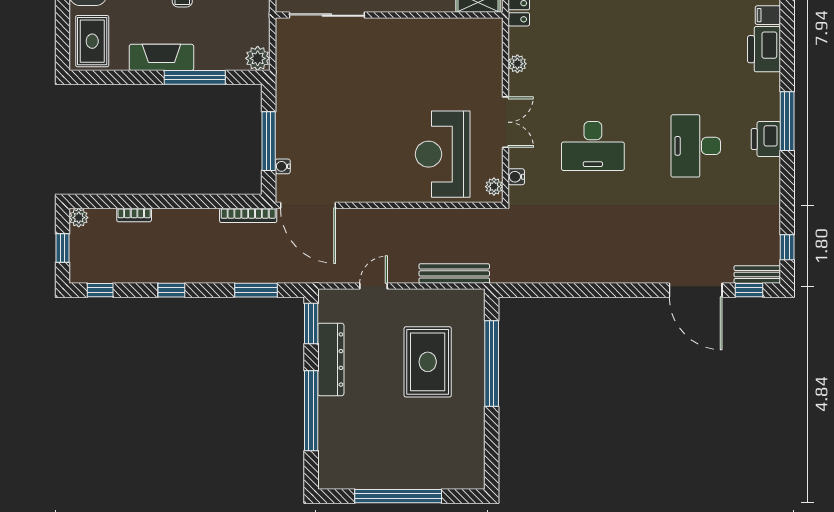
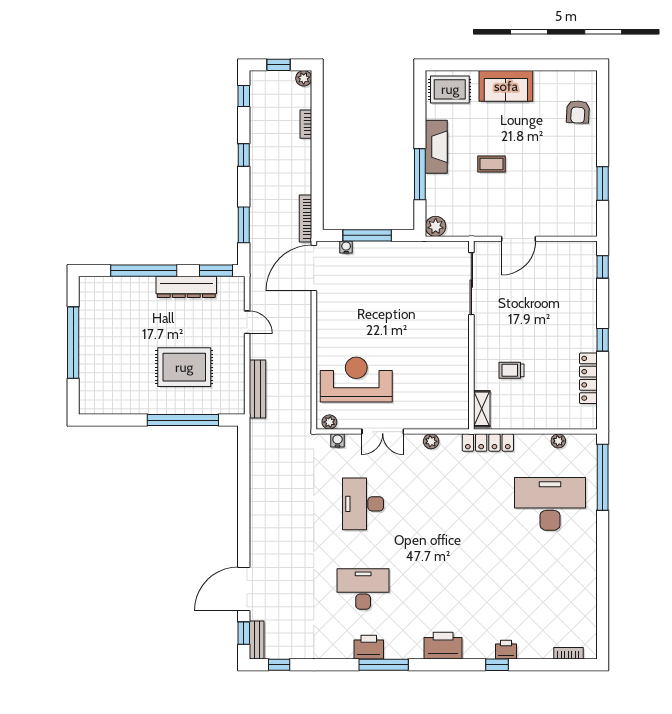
filing cabinet: (768, 15) -> (471, 649), removed

